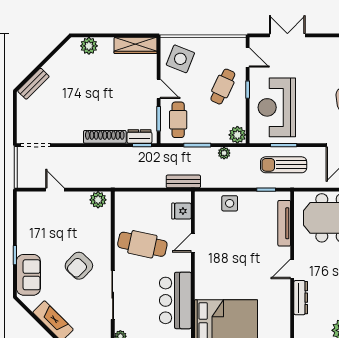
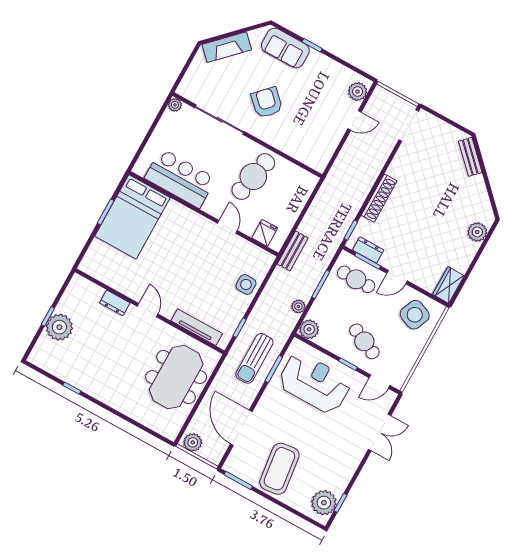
wardrobe: (136, 45) -> (448, 285), width x0.67
dresser: (139, 136) -> (368, 250), moved, turned -90
sun lounger: (284, 165) -> (254, 358), turned 180
plant: (98, 200) -> (358, 91), moved
dresser: (301, 298) -> (115, 303), width x0.70

